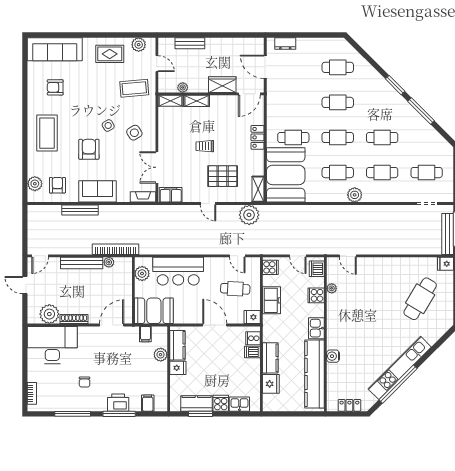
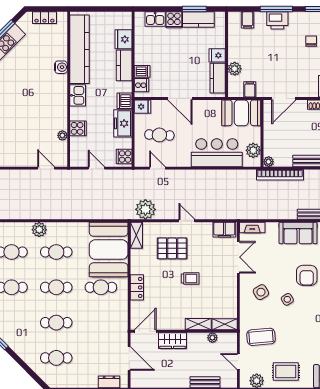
plant: (109, 262) -> (269, 162), moved
dishwasher: (317, 269) -> (124, 101), moved, turned 180

